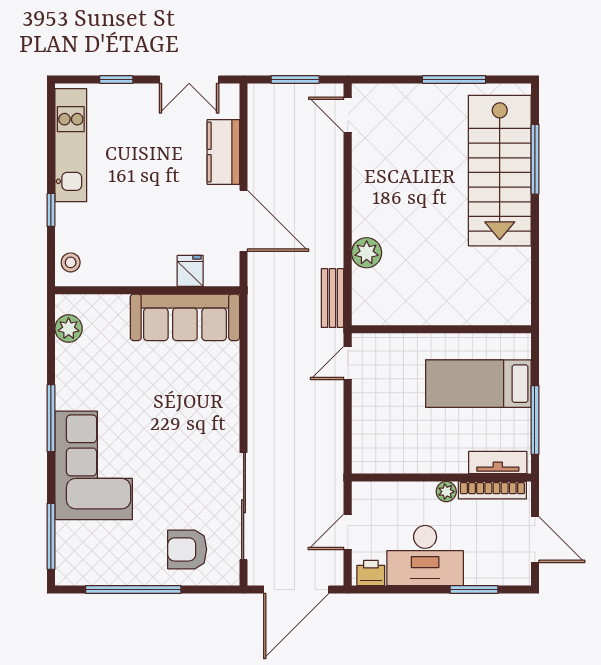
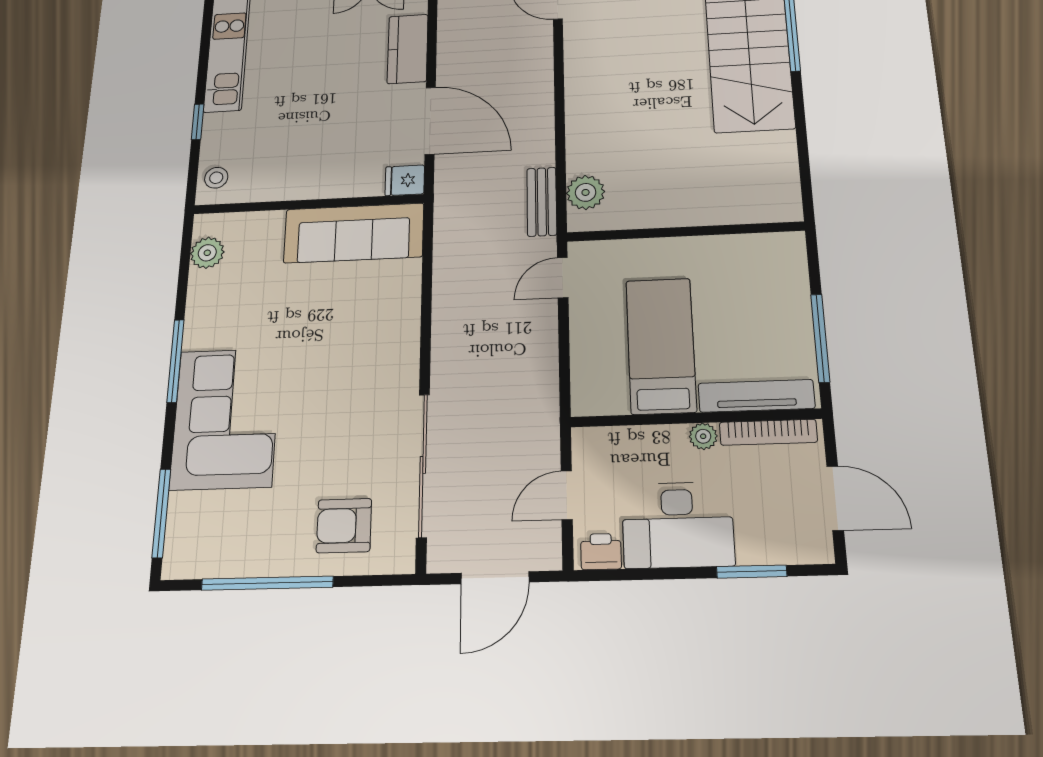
plant: (367, 253) -> (586, 192), moved
fridge: (190, 271) -> (405, 180), moved, turned -90
bed: (478, 384) -> (661, 346), moved, turned 90
tv unit: (498, 463) -> (756, 396), width x1.41
door: (296, 589) -> (495, 578), width x0.73

